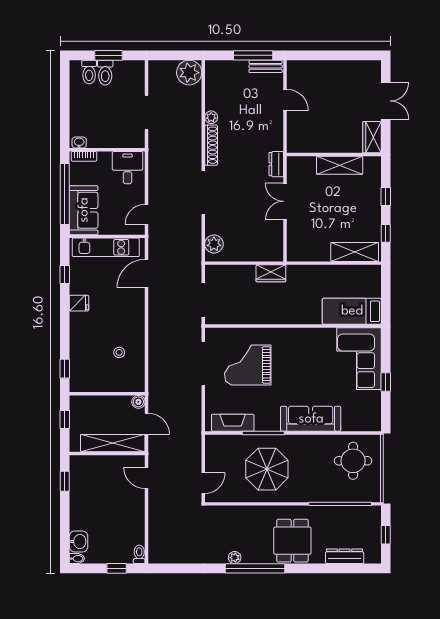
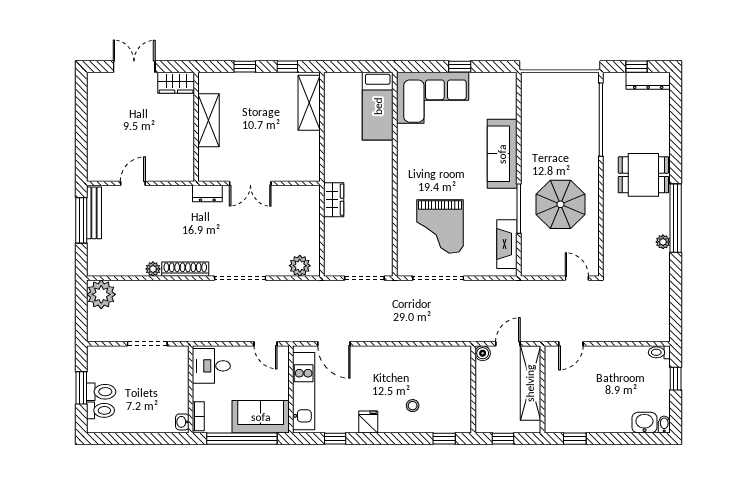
bench: (266, 66) -> (94, 213), width x1.36
stool: (119, 352) -> (413, 406), moved
round table: (353, 461) -> (551, 105), removed
dresser: (345, 556) -> (648, 81), moved, turned -90

